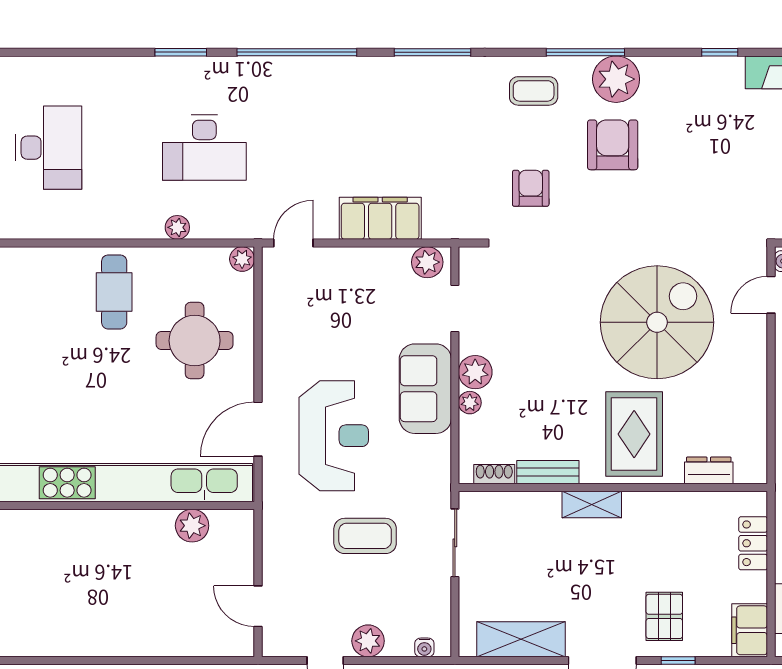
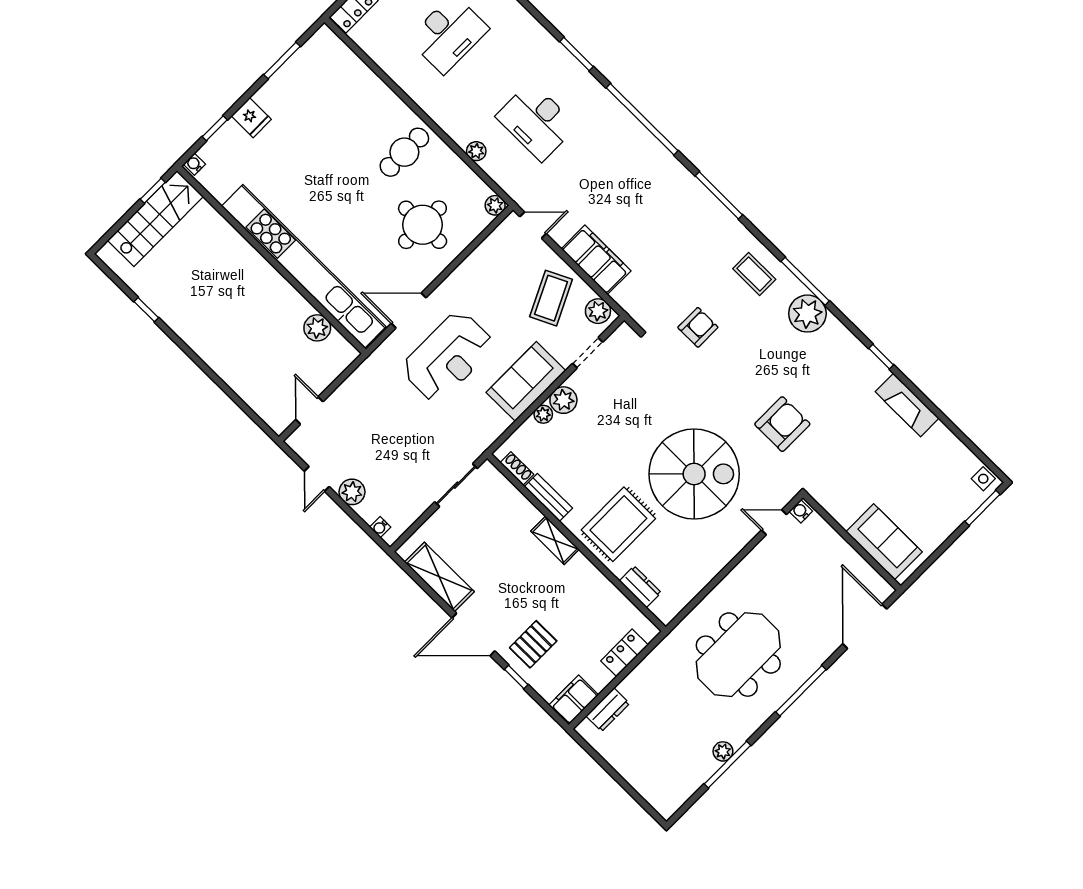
armchair: (613, 145) -> (782, 424), moved
coffee table: (365, 536) -> (551, 298), moved, turned 64
window: (24, 661) -> (146, 310), added

